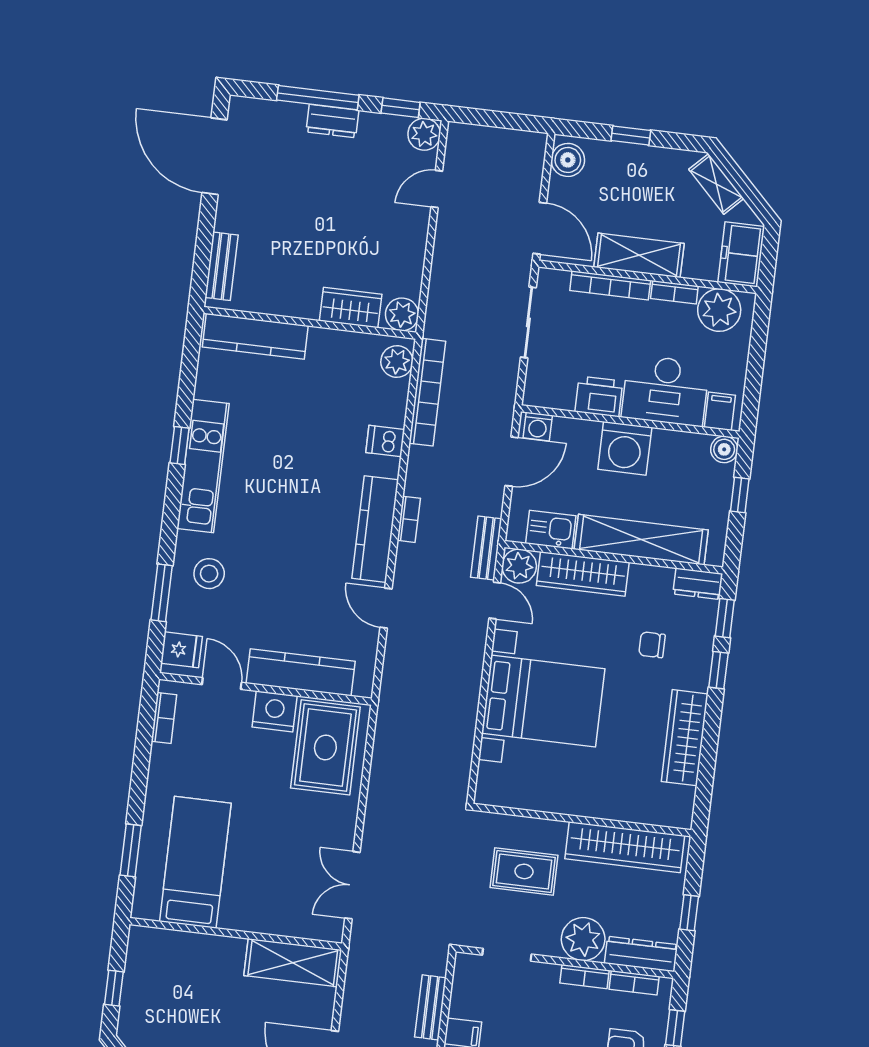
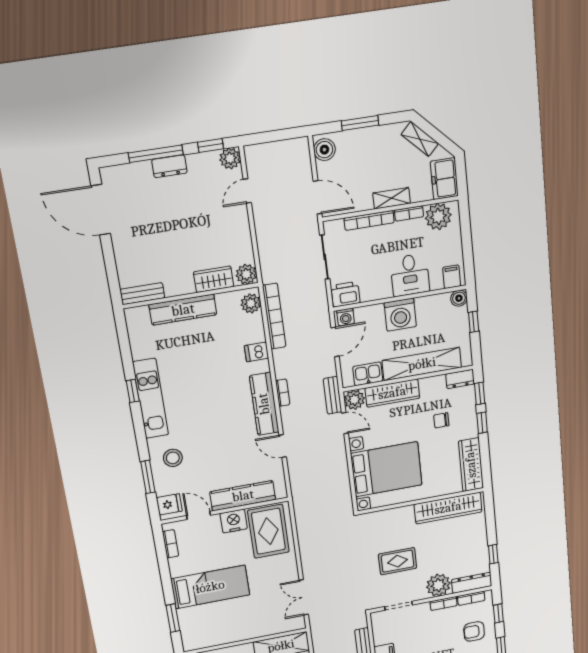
window: (631, 136) -> (360, 123), width x1.50
shelving: (639, 255) -> (392, 198), width x0.67, depth x0.75
bench: (221, 266) -> (142, 294), moved, turned 90
kitchen counter: (255, 336) -> (183, 310), moved
desk: (665, 390) -> (410, 275), width x0.73
printer: (599, 396) -> (346, 294), moved
wall: (582, 820) -> (421, 501), moved
wardrobe: (625, 847) -> (448, 508), moved
bed: (195, 862) -> (210, 587), moved, turned 90

